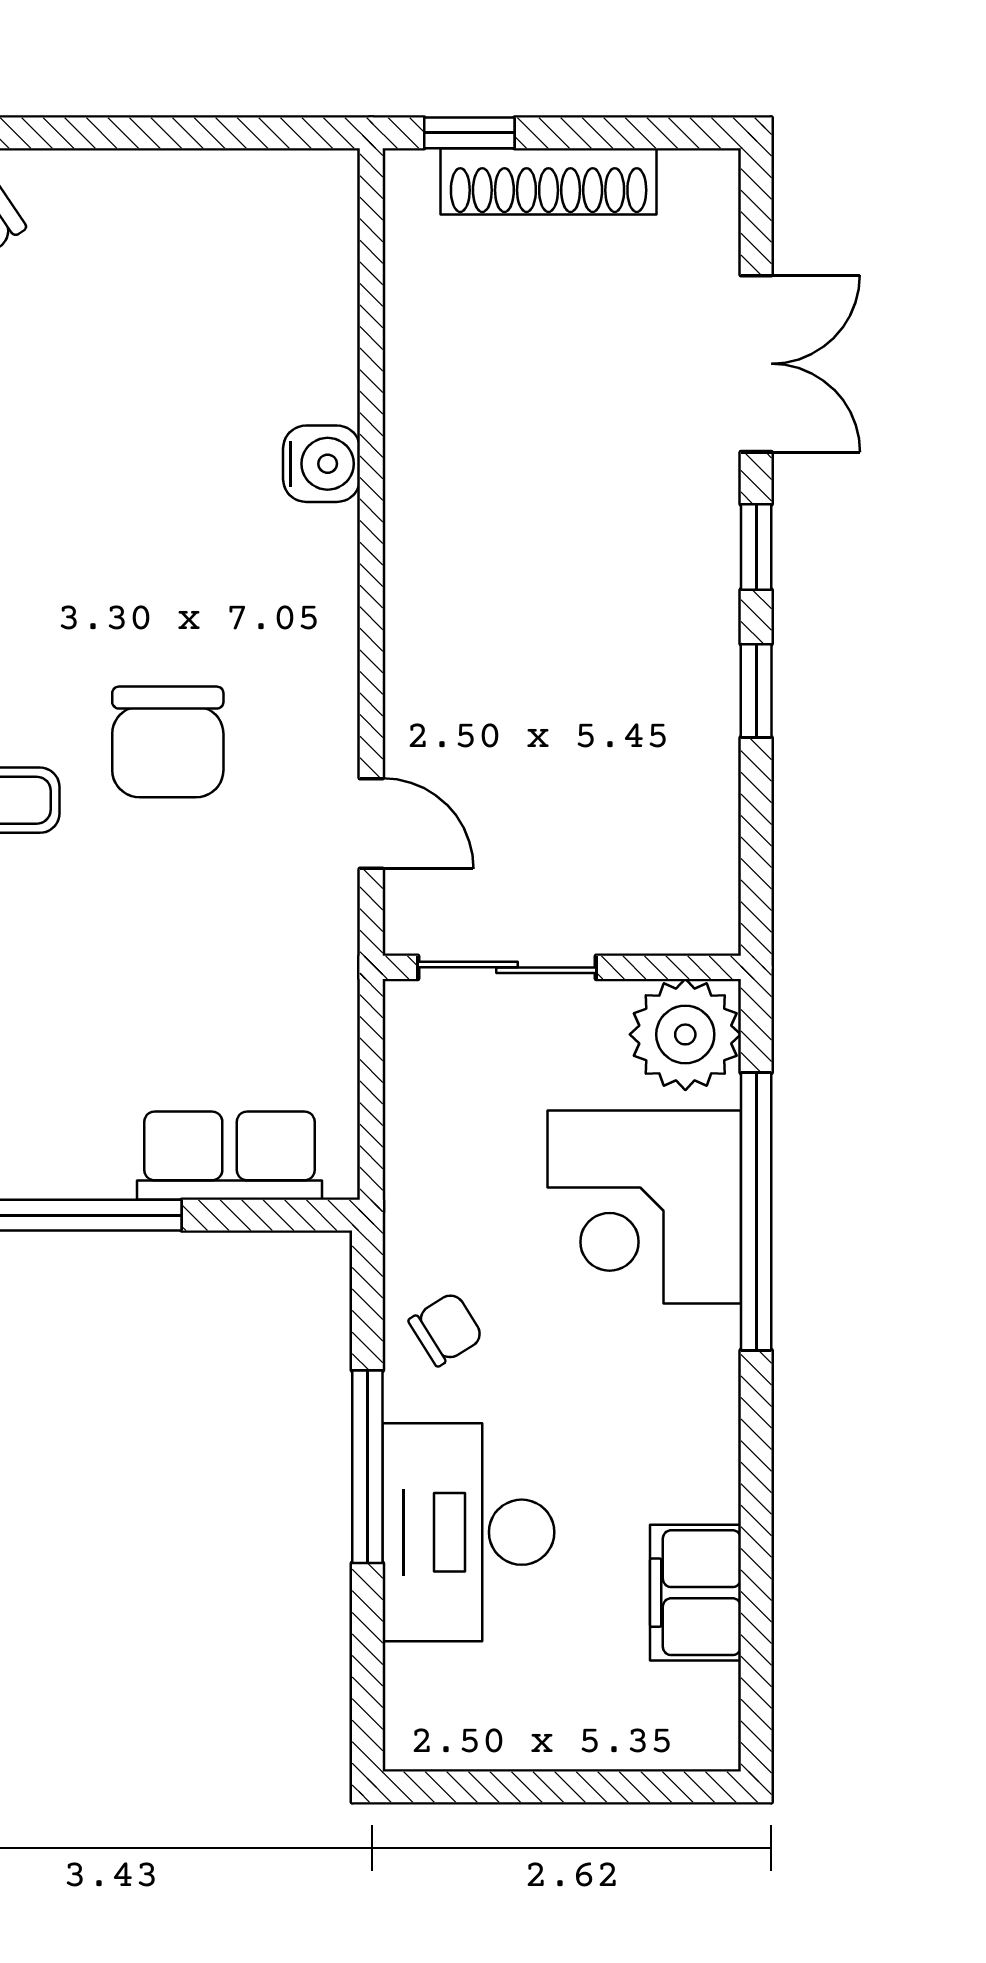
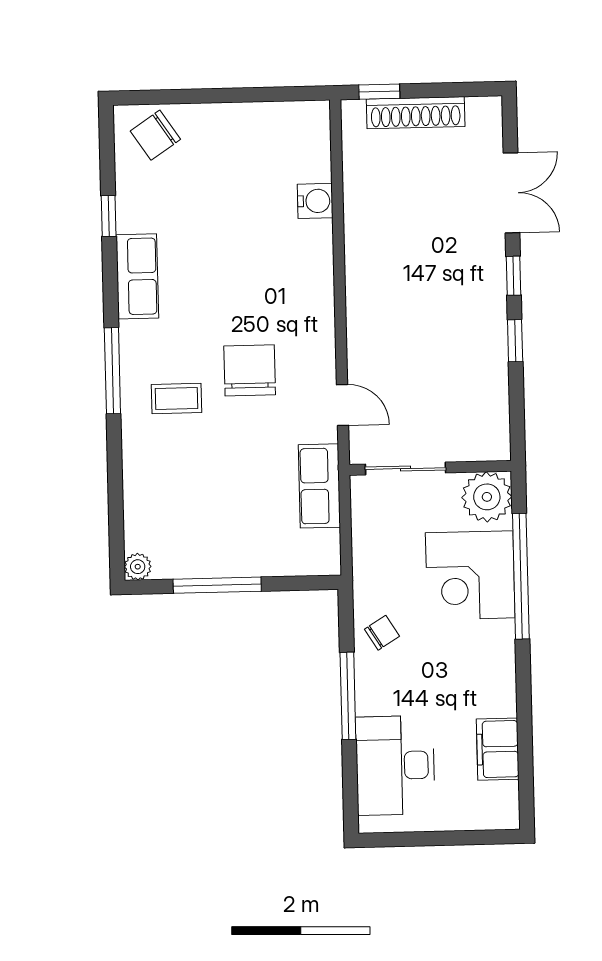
water cooler: (322, 464) -> (315, 201), moved
chair: (168, 742) -> (250, 370), turned 180
row of seats: (230, 1156) -> (319, 486), moved, turned -90
desk: (468, 1532) -> (395, 765), moved

